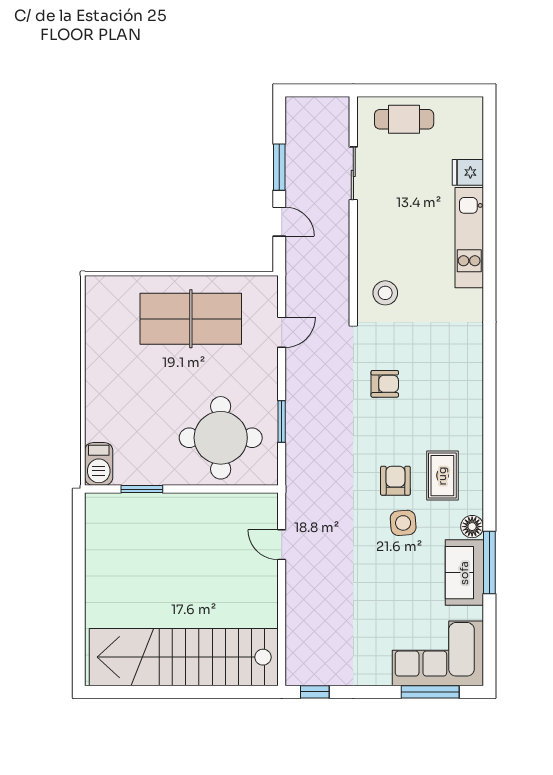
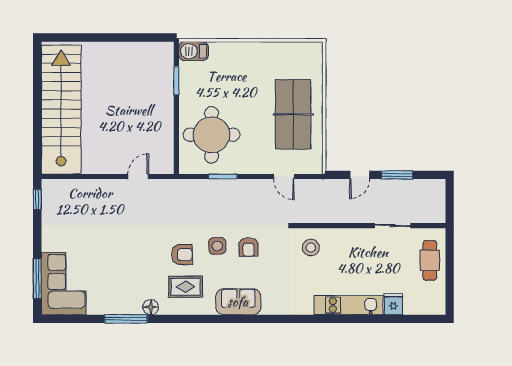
side table: (403, 523) -> (217, 246), moved
sofa: (464, 573) -> (238, 302), moved

